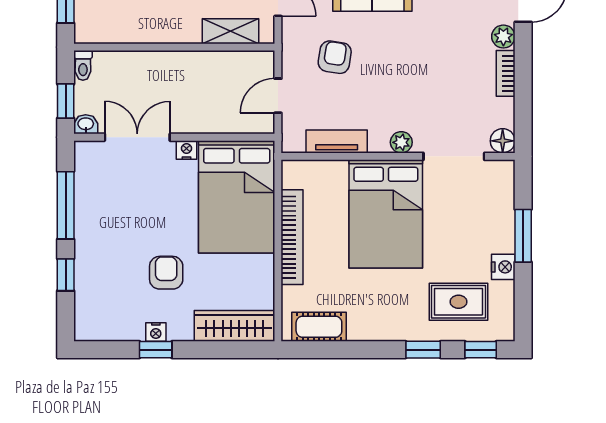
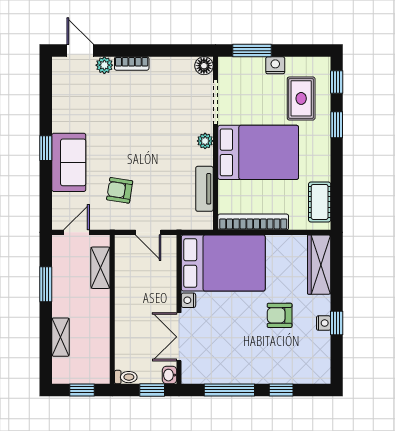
tv unit: (337, 141) -> (204, 189), moved
floor lamp: (503, 141) -> (204, 66), moved
plant: (401, 142) -> (205, 141), moved
wall: (398, 156) -> (216, 143), moved
doorway: (454, 156) -> (216, 102), moved
bed: (386, 214) -> (258, 152), moved

